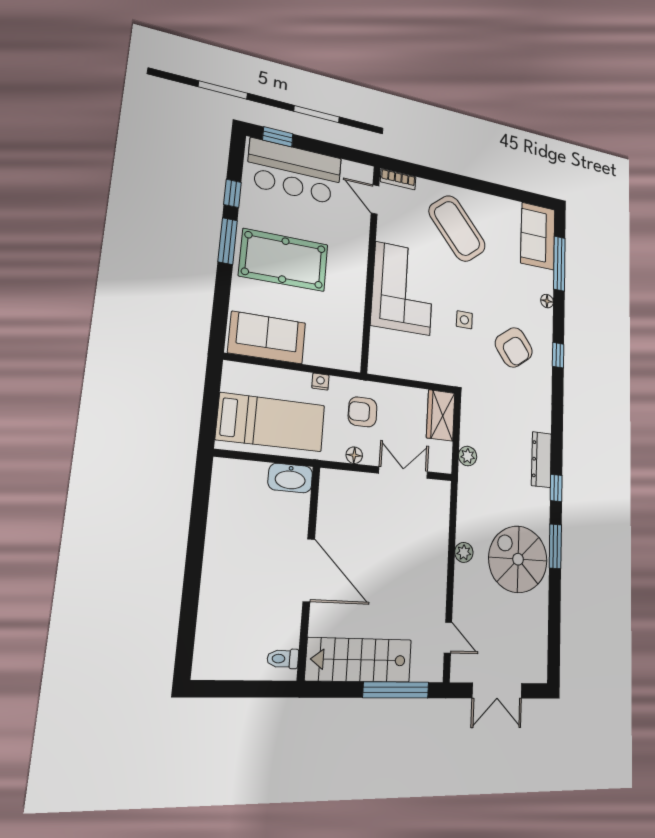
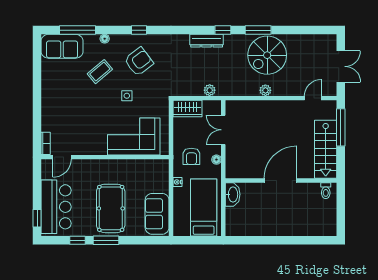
coffee table: (457, 228) -> (100, 72), moved, width x0.54, depth x0.58
corner sofa: (403, 288) -> (134, 136), moved

